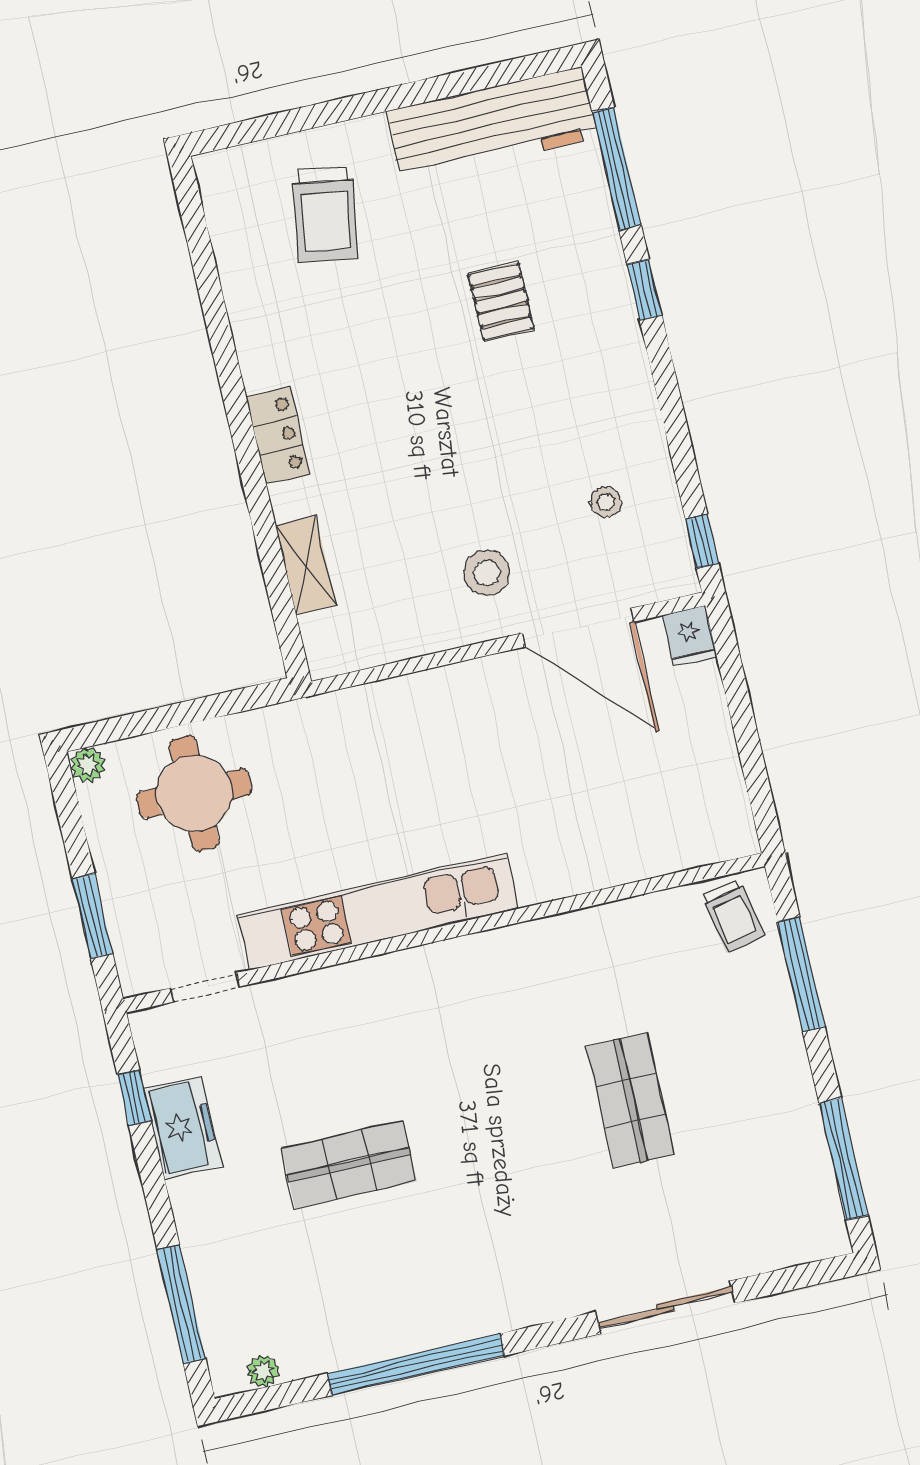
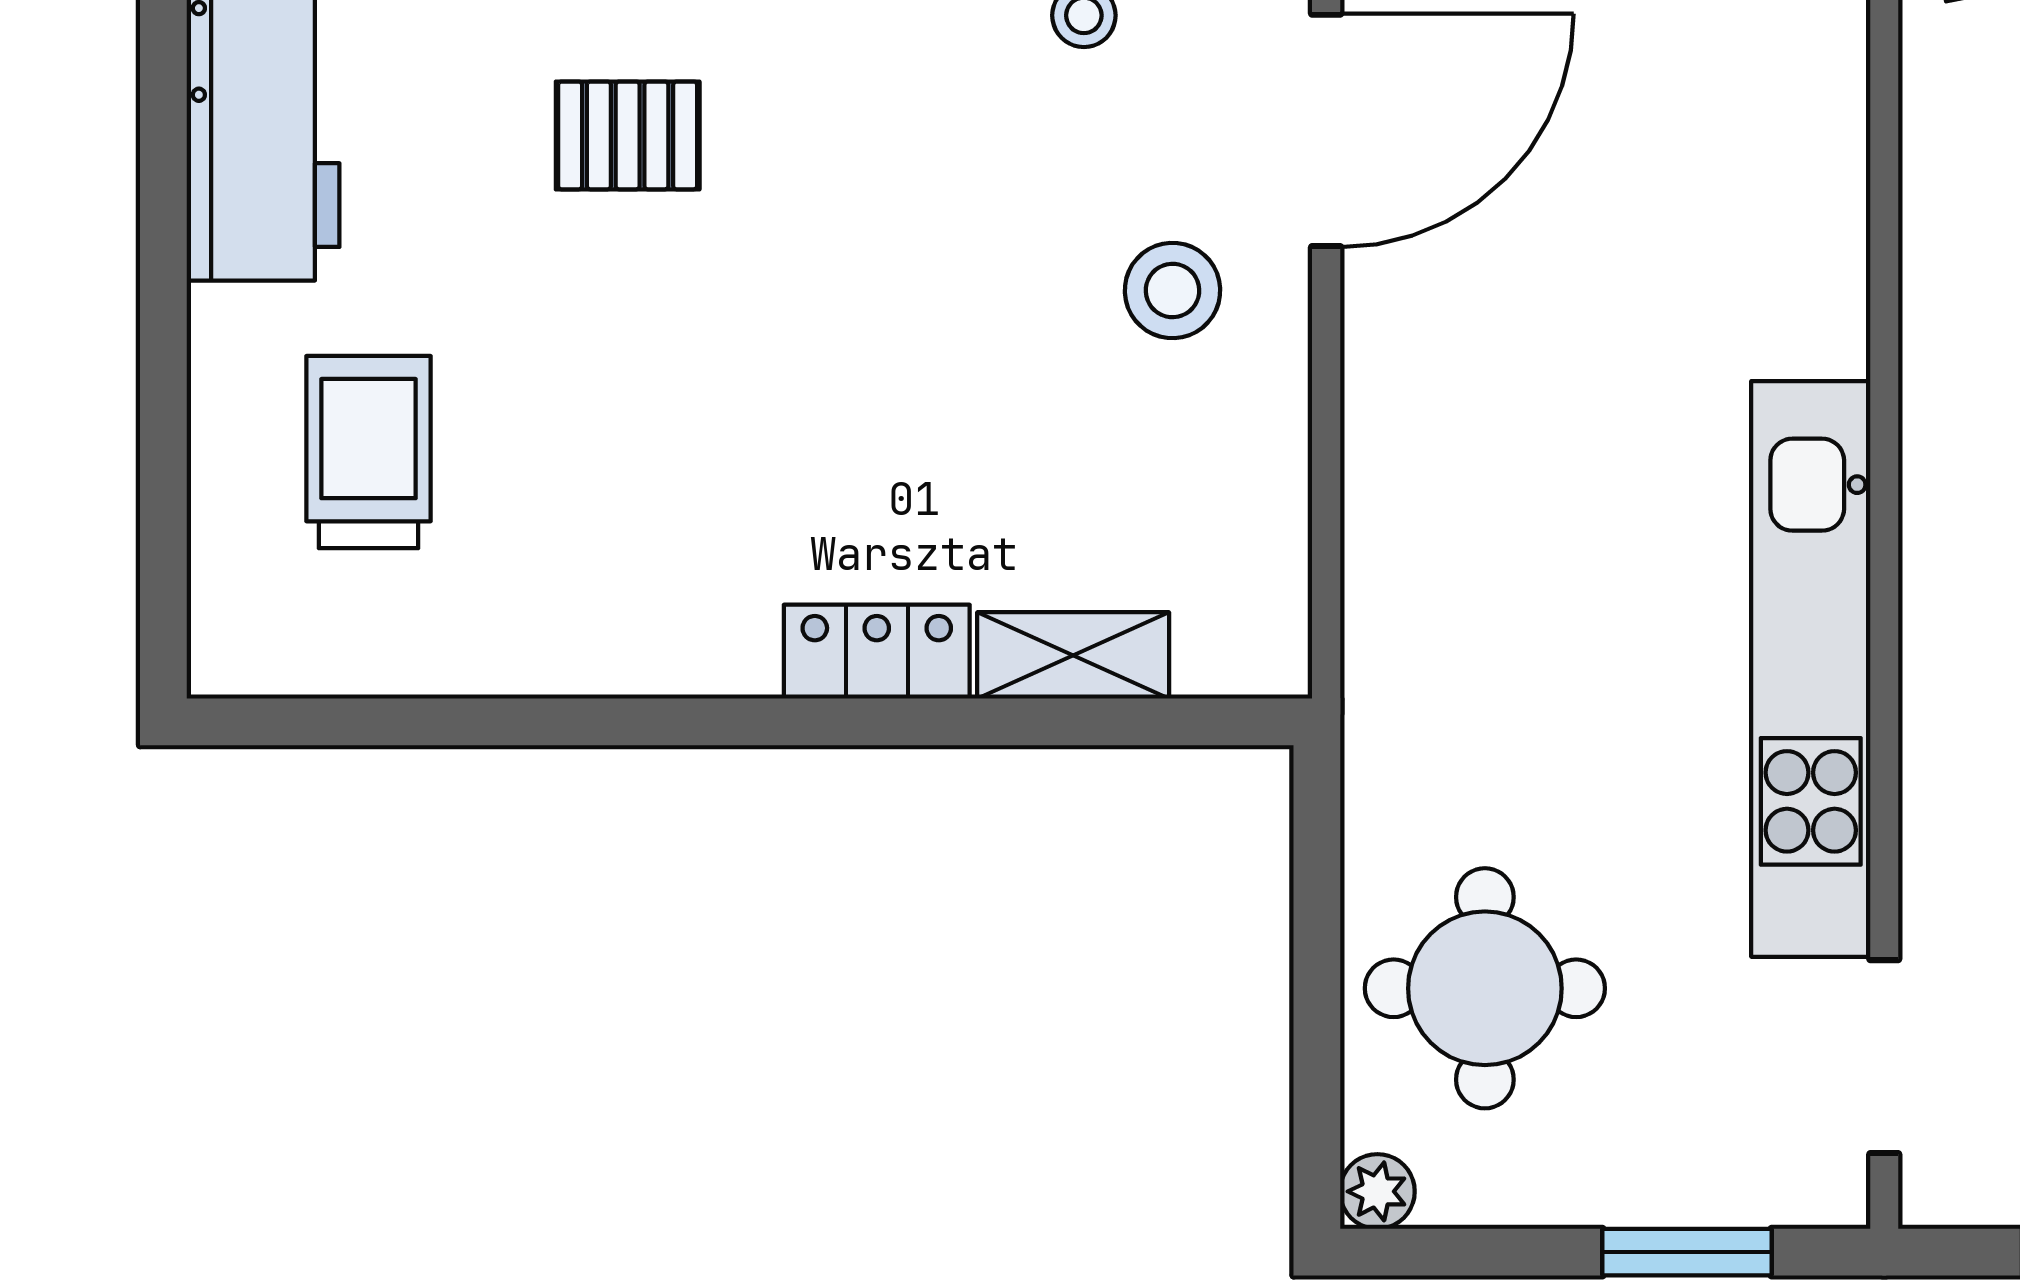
trolley: (325, 214) -> (368, 452), turned -99
locker: (278, 436) -> (877, 652), moved
doorway: (205, 987) -> (1884, 1057), width x1.38

